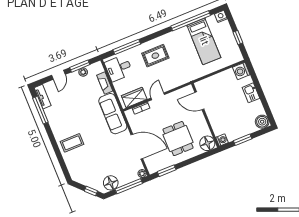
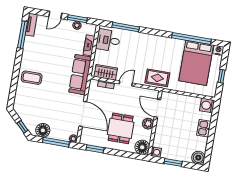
bed: (204, 41) -> (196, 63), width x1.50
rug: (155, 56) -> (157, 78), moved
plant: (199, 119) -> (148, 124), added

